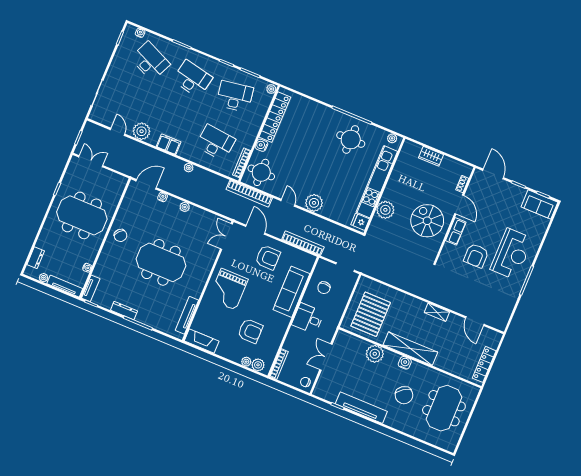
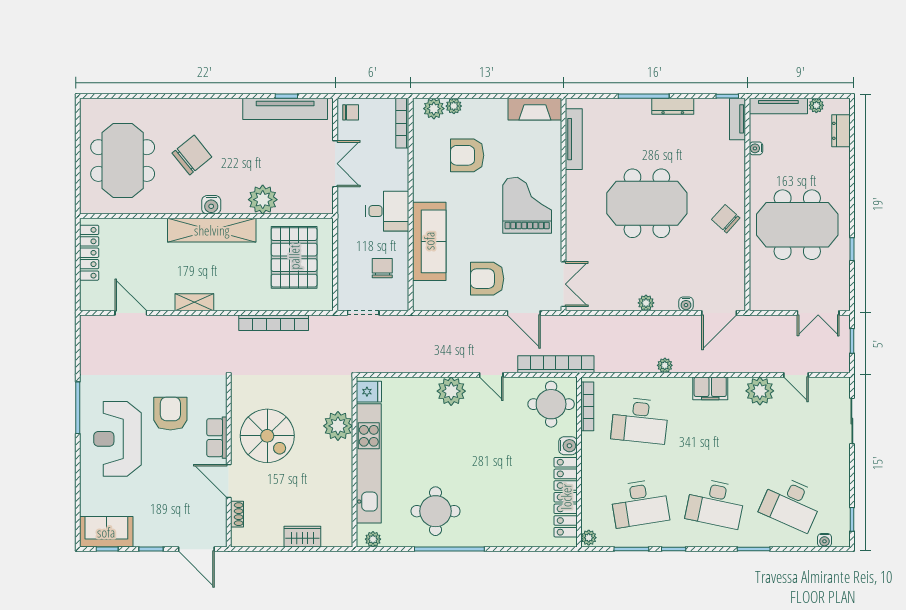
bookcase: (303, 243) -> (274, 323), moved
chair: (404, 395) -> (192, 155), turned 86
tv unit: (361, 408) -> (285, 109), moved

